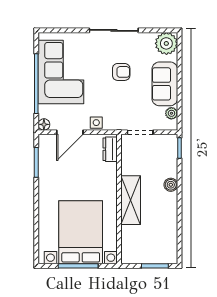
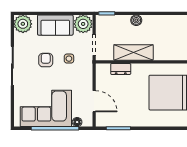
plant: (171, 113) -> (83, 24), width x1.87, depth x1.87
side table: (96, 123) -> (69, 59), moved
floor lamp: (44, 124) -> (77, 122), moved
dresser: (110, 149) -> (121, 69), moved
shelving: (131, 200) -> (133, 52), moved

